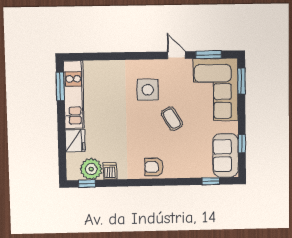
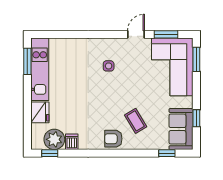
door: (176, 55) -> (136, 34), hinge flipped
side table: (148, 90) -> (109, 66), width x0.54, depth x0.54
coffee table: (172, 119) -> (136, 121), moved

